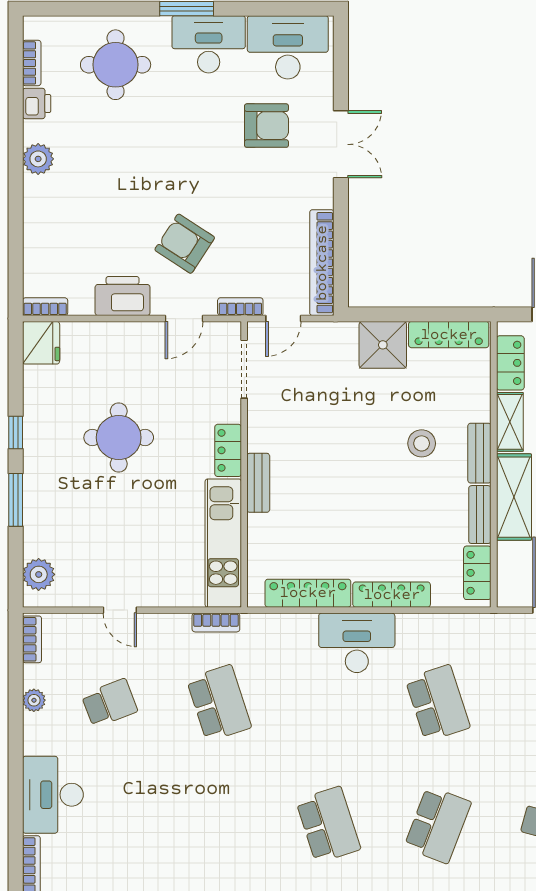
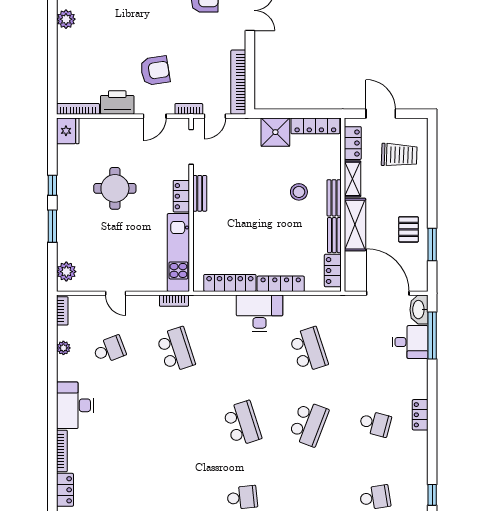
armchair: (185, 244) -> (155, 71), turned 138
bookcase: (45, 307) -> (78, 109), width x1.56
bench: (258, 483) -> (200, 193), moved

